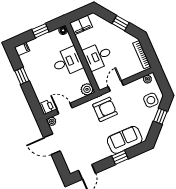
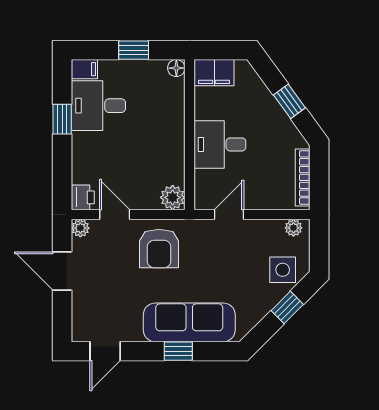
desk: (67, 62) -> (98, 106), moved, turned 180
armchair: (105, 109) -> (159, 249), moved, turned 90
sofa: (125, 140) -> (189, 322), width x1.36

